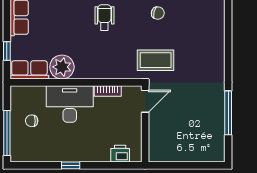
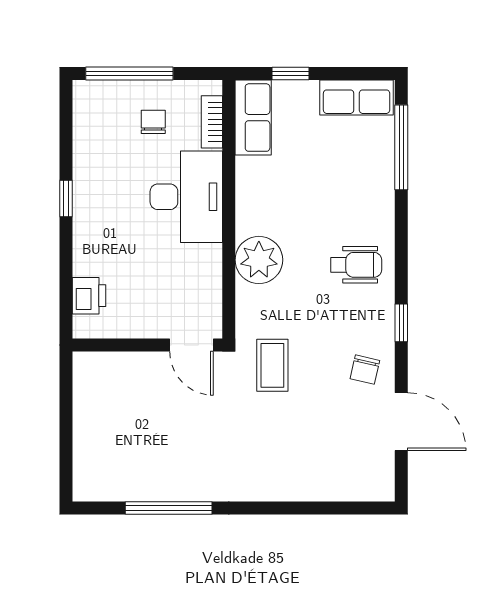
coffee table: (156, 60) -> (272, 365), width x0.73, depth x0.77
plant: (62, 67) -> (259, 260), moved
bookcase: (108, 91) -> (212, 122), moved

